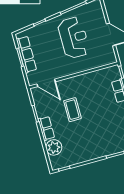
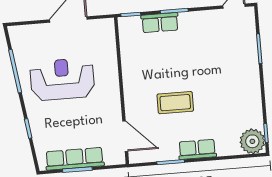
door: (46, 83) -> (125, 136), hinge flipped
plant: (54, 147) -> (252, 141), moved

